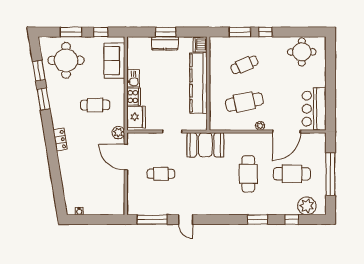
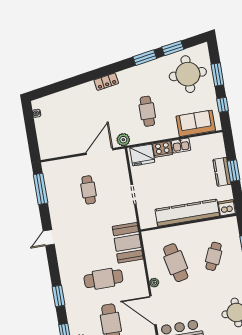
cafe table: (244, 65) -> (214, 256), turned 48
booth: (205, 145) -> (128, 243), moved
door: (186, 220) -> (49, 238), moved

